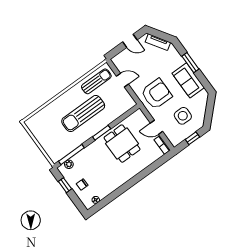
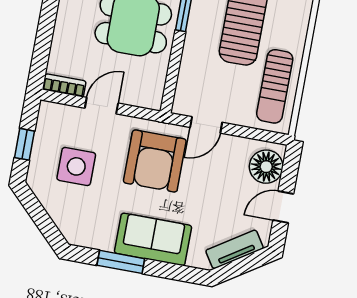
floor lamp: (123, 59) -> (266, 167), added
window: (190, 63) -> (121, 262), moved
door: (122, 80) -> (206, 125), moved
sofa: (188, 80) -> (153, 239), moved

